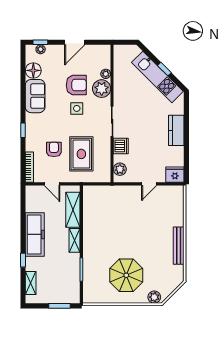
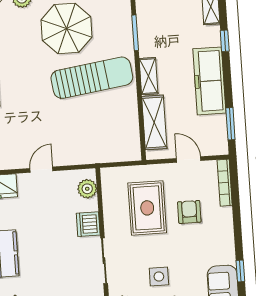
window: (23, 130) -> (240, 271), moved
armchair: (54, 149) -> (189, 212), turned 180
window: (23, 205) -> (230, 124), added
sun lounger: (112, 242) -> (92, 78), added

